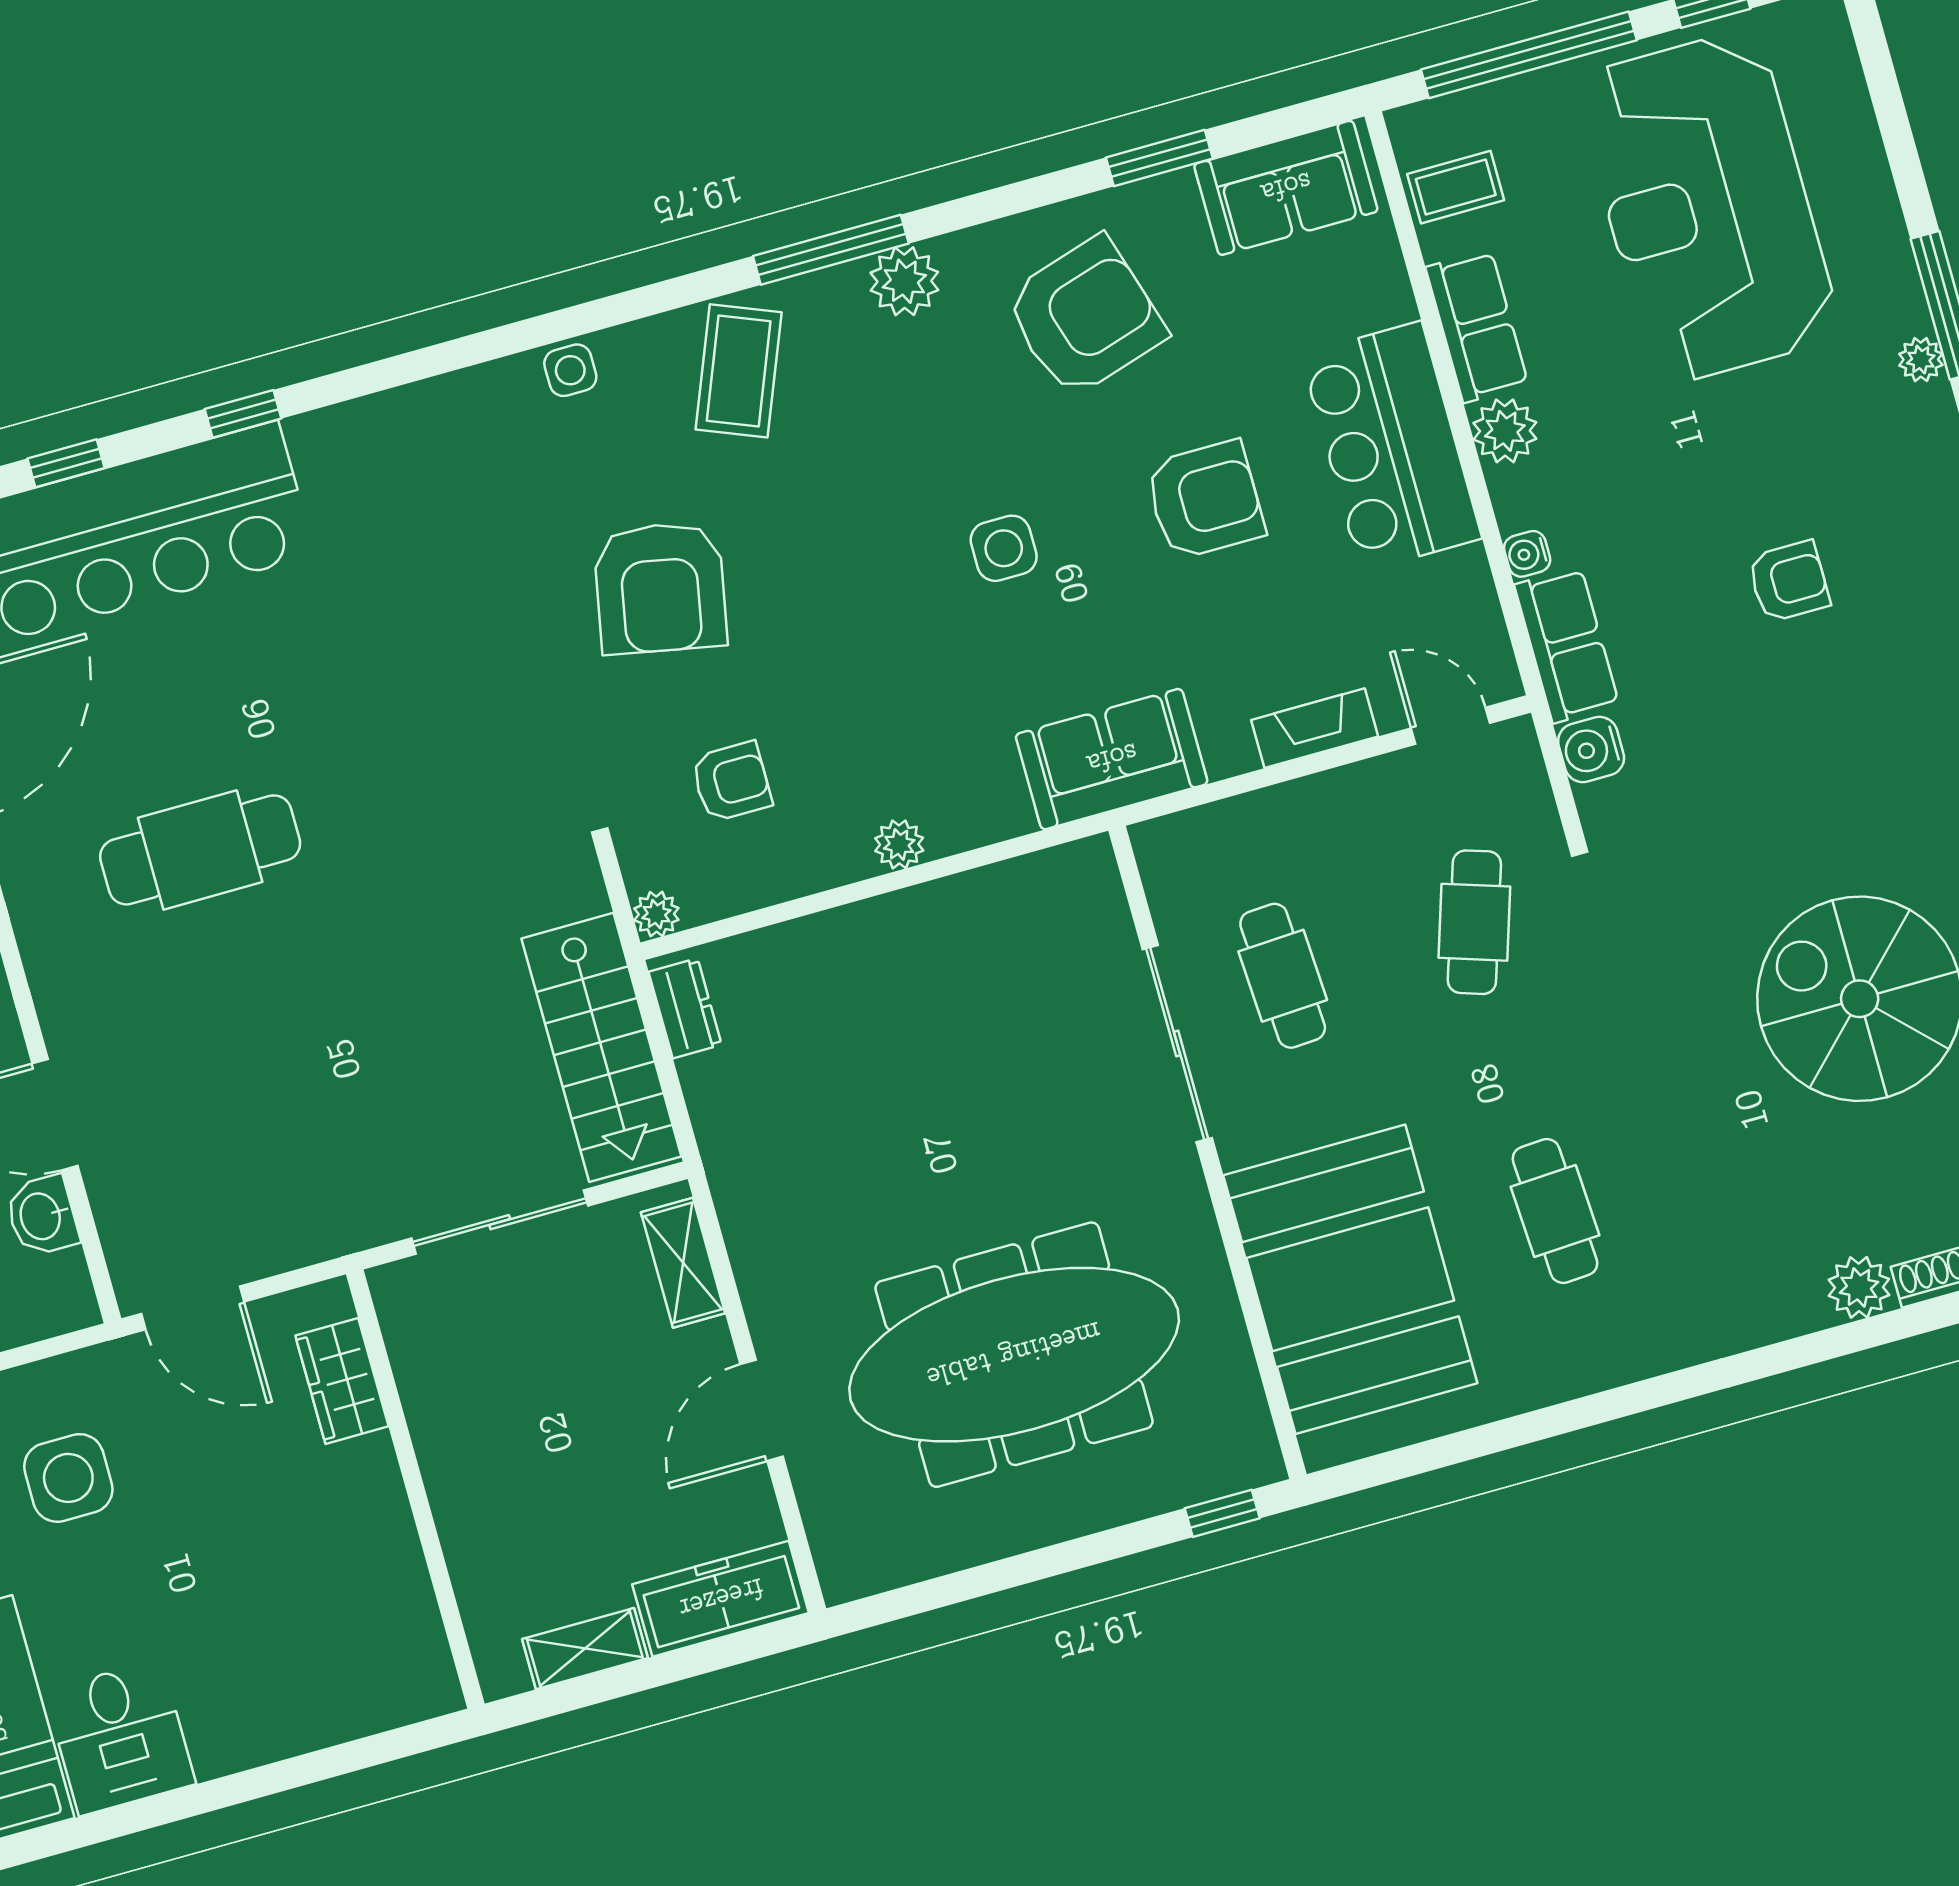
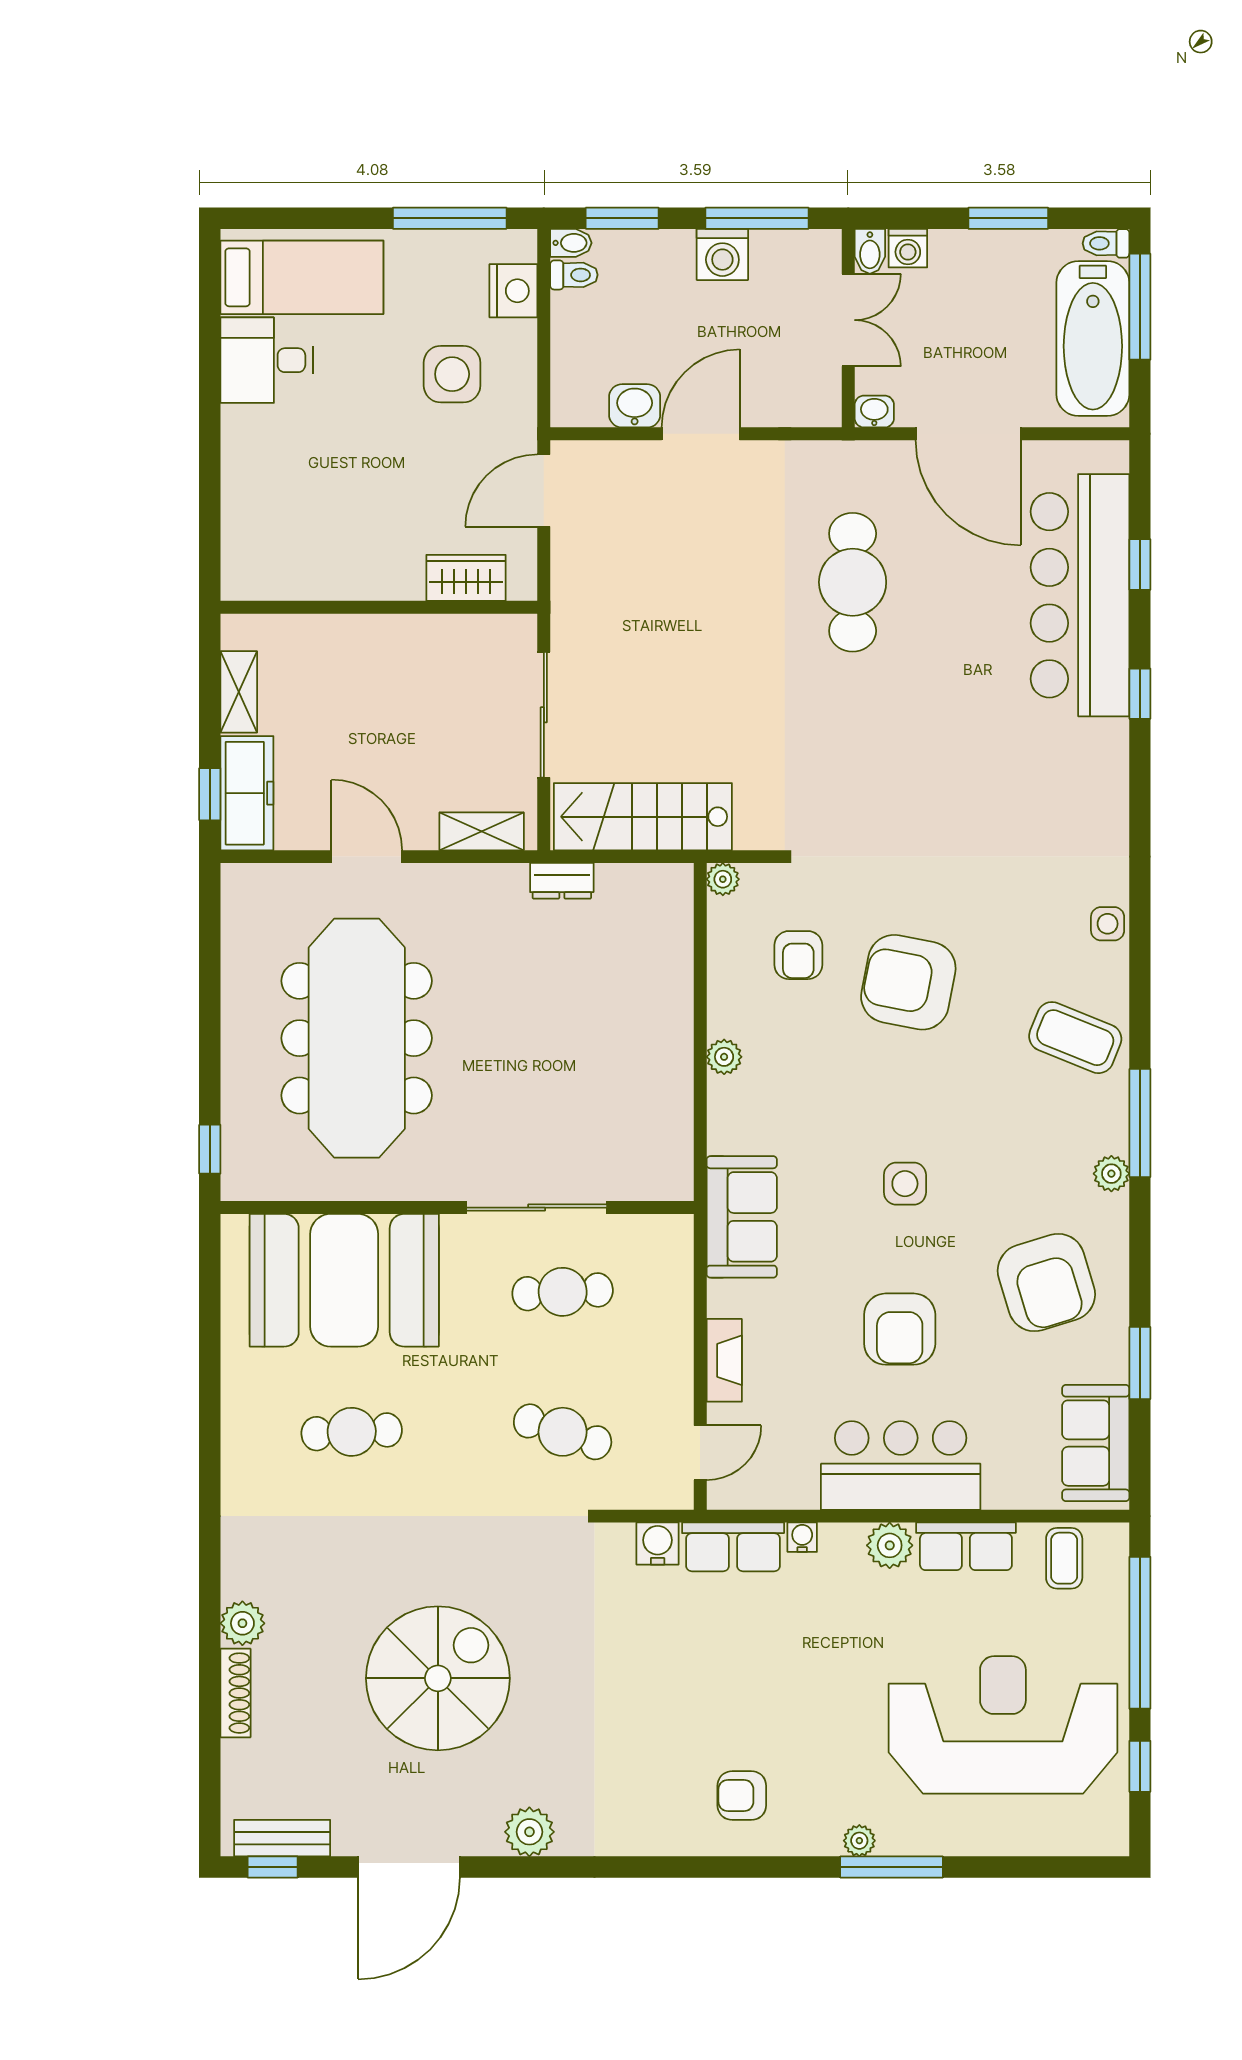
plant: (904, 281) -> (1111, 1174), width x0.73, depth x0.73
armchair: (1789, 581) -> (742, 1796), moved, turned 90
armchair: (660, 588) -> (908, 982), moved
dresser: (685, 1008) -> (562, 881), moved
window: (736, 1649) -> (210, 794), added

